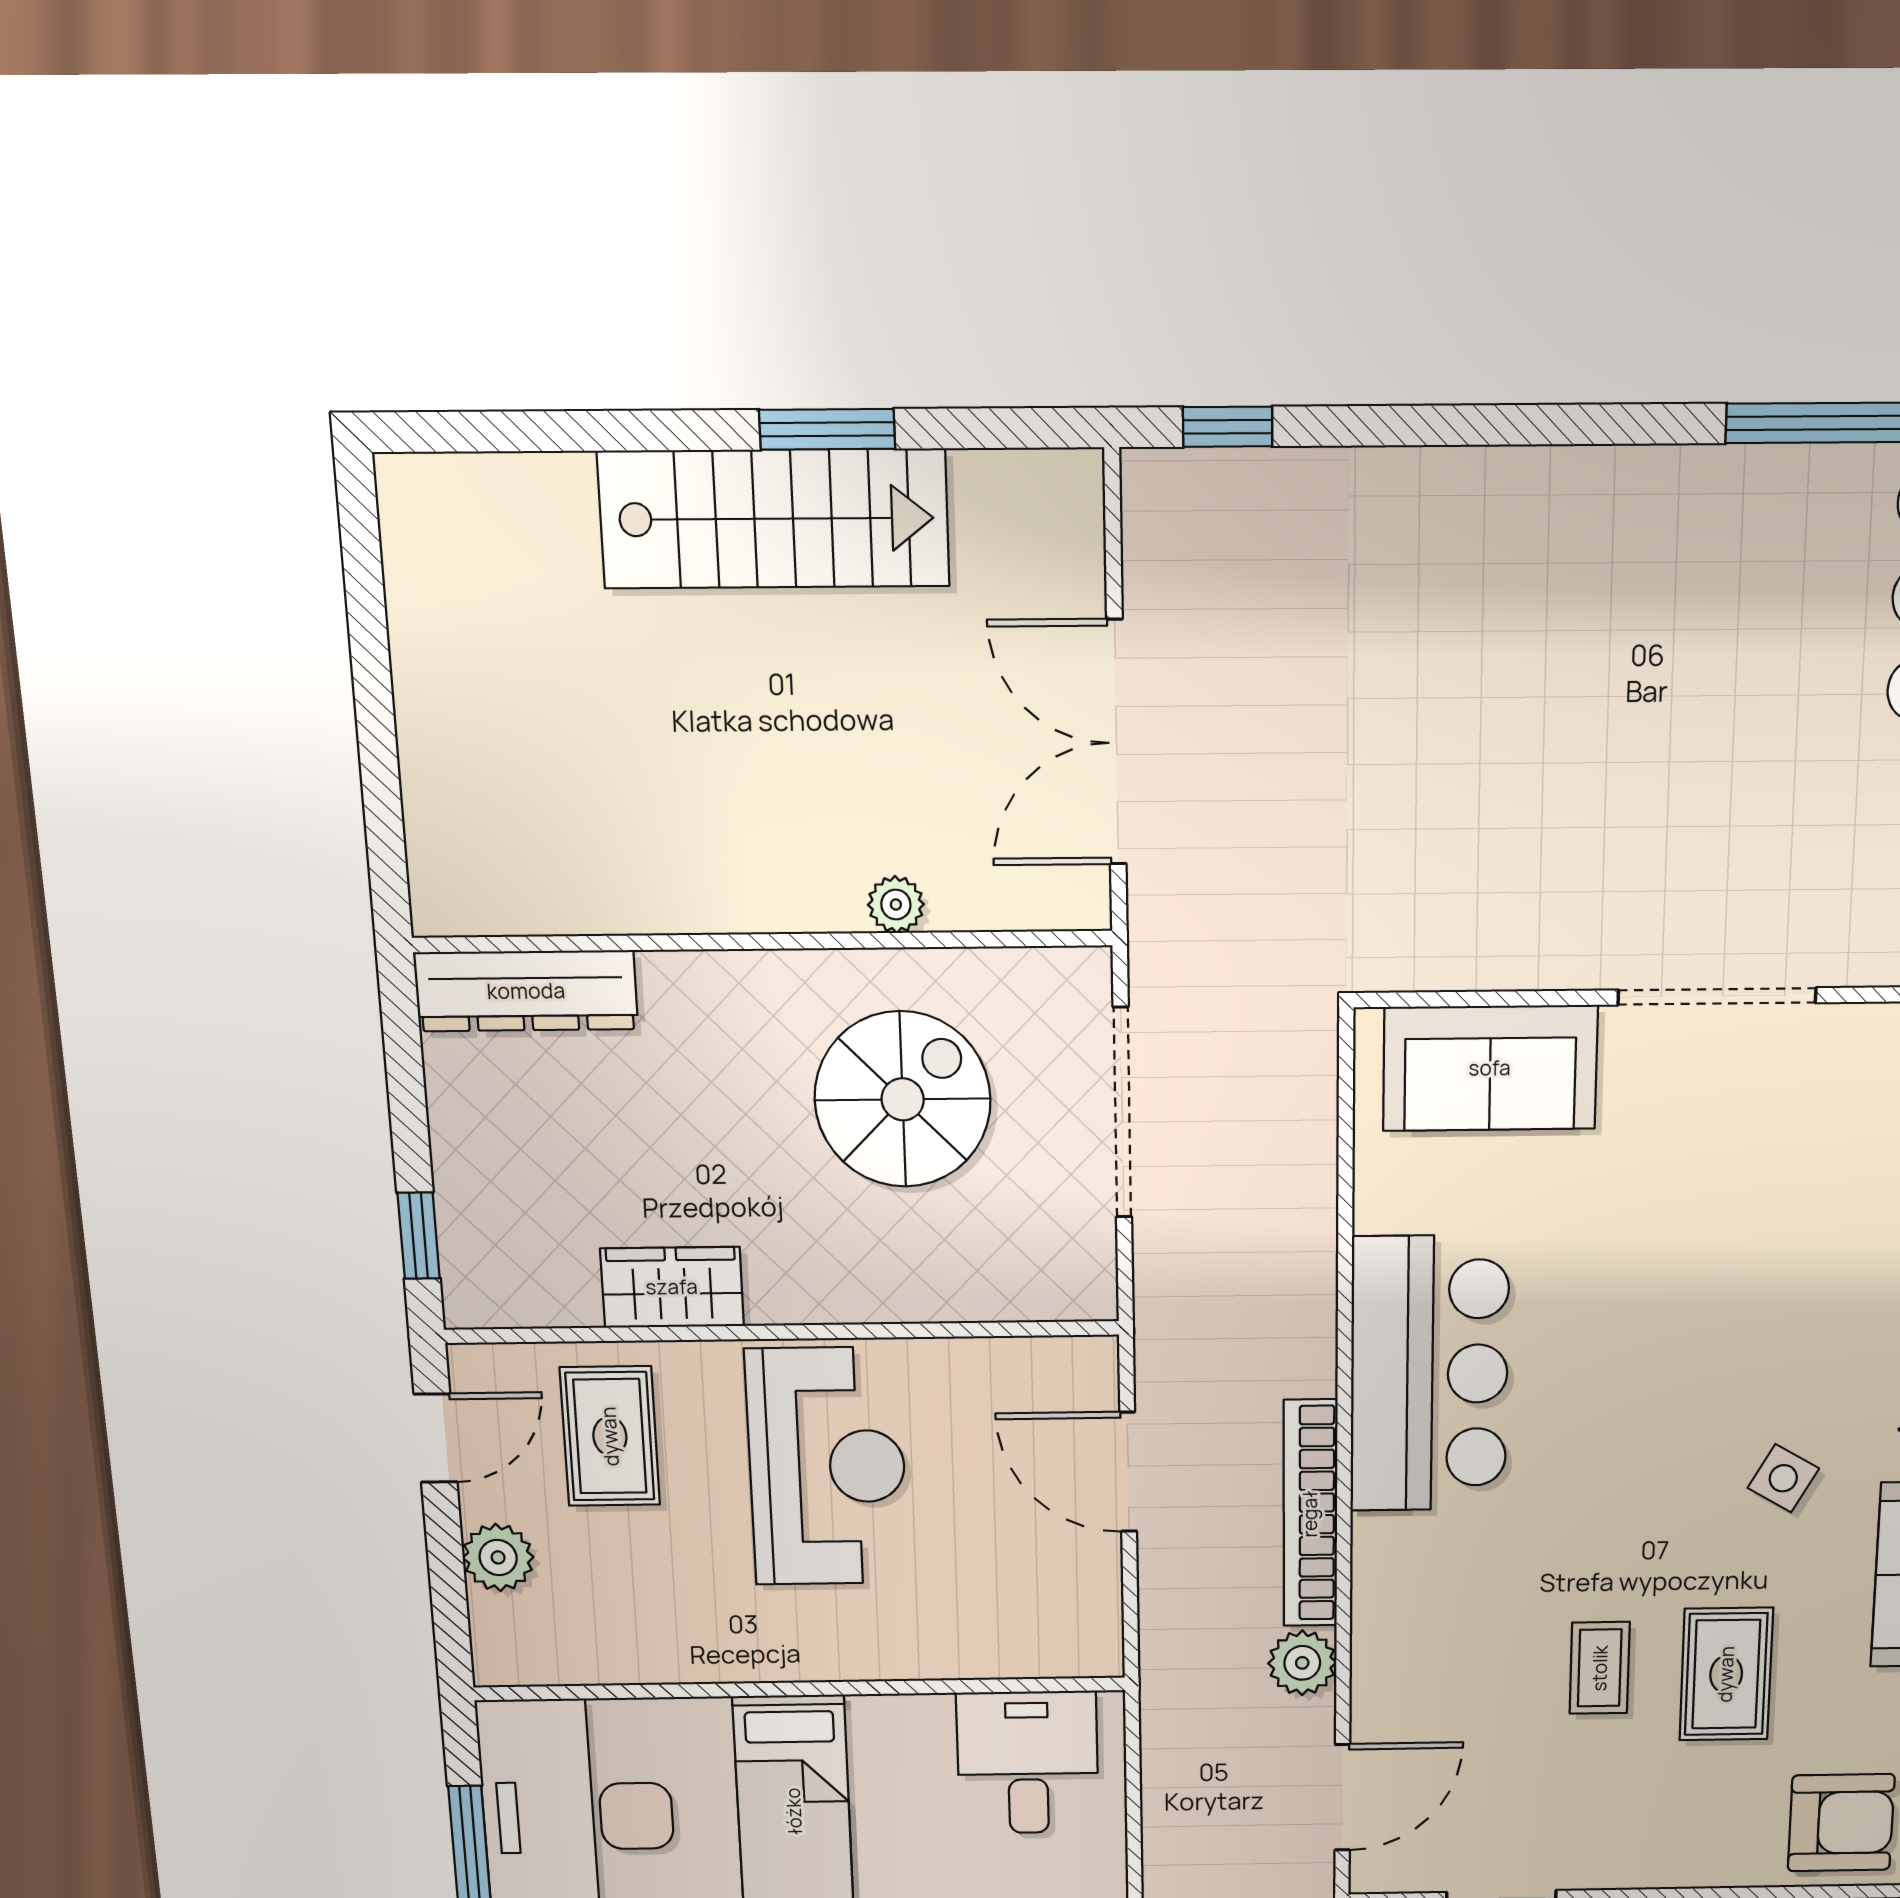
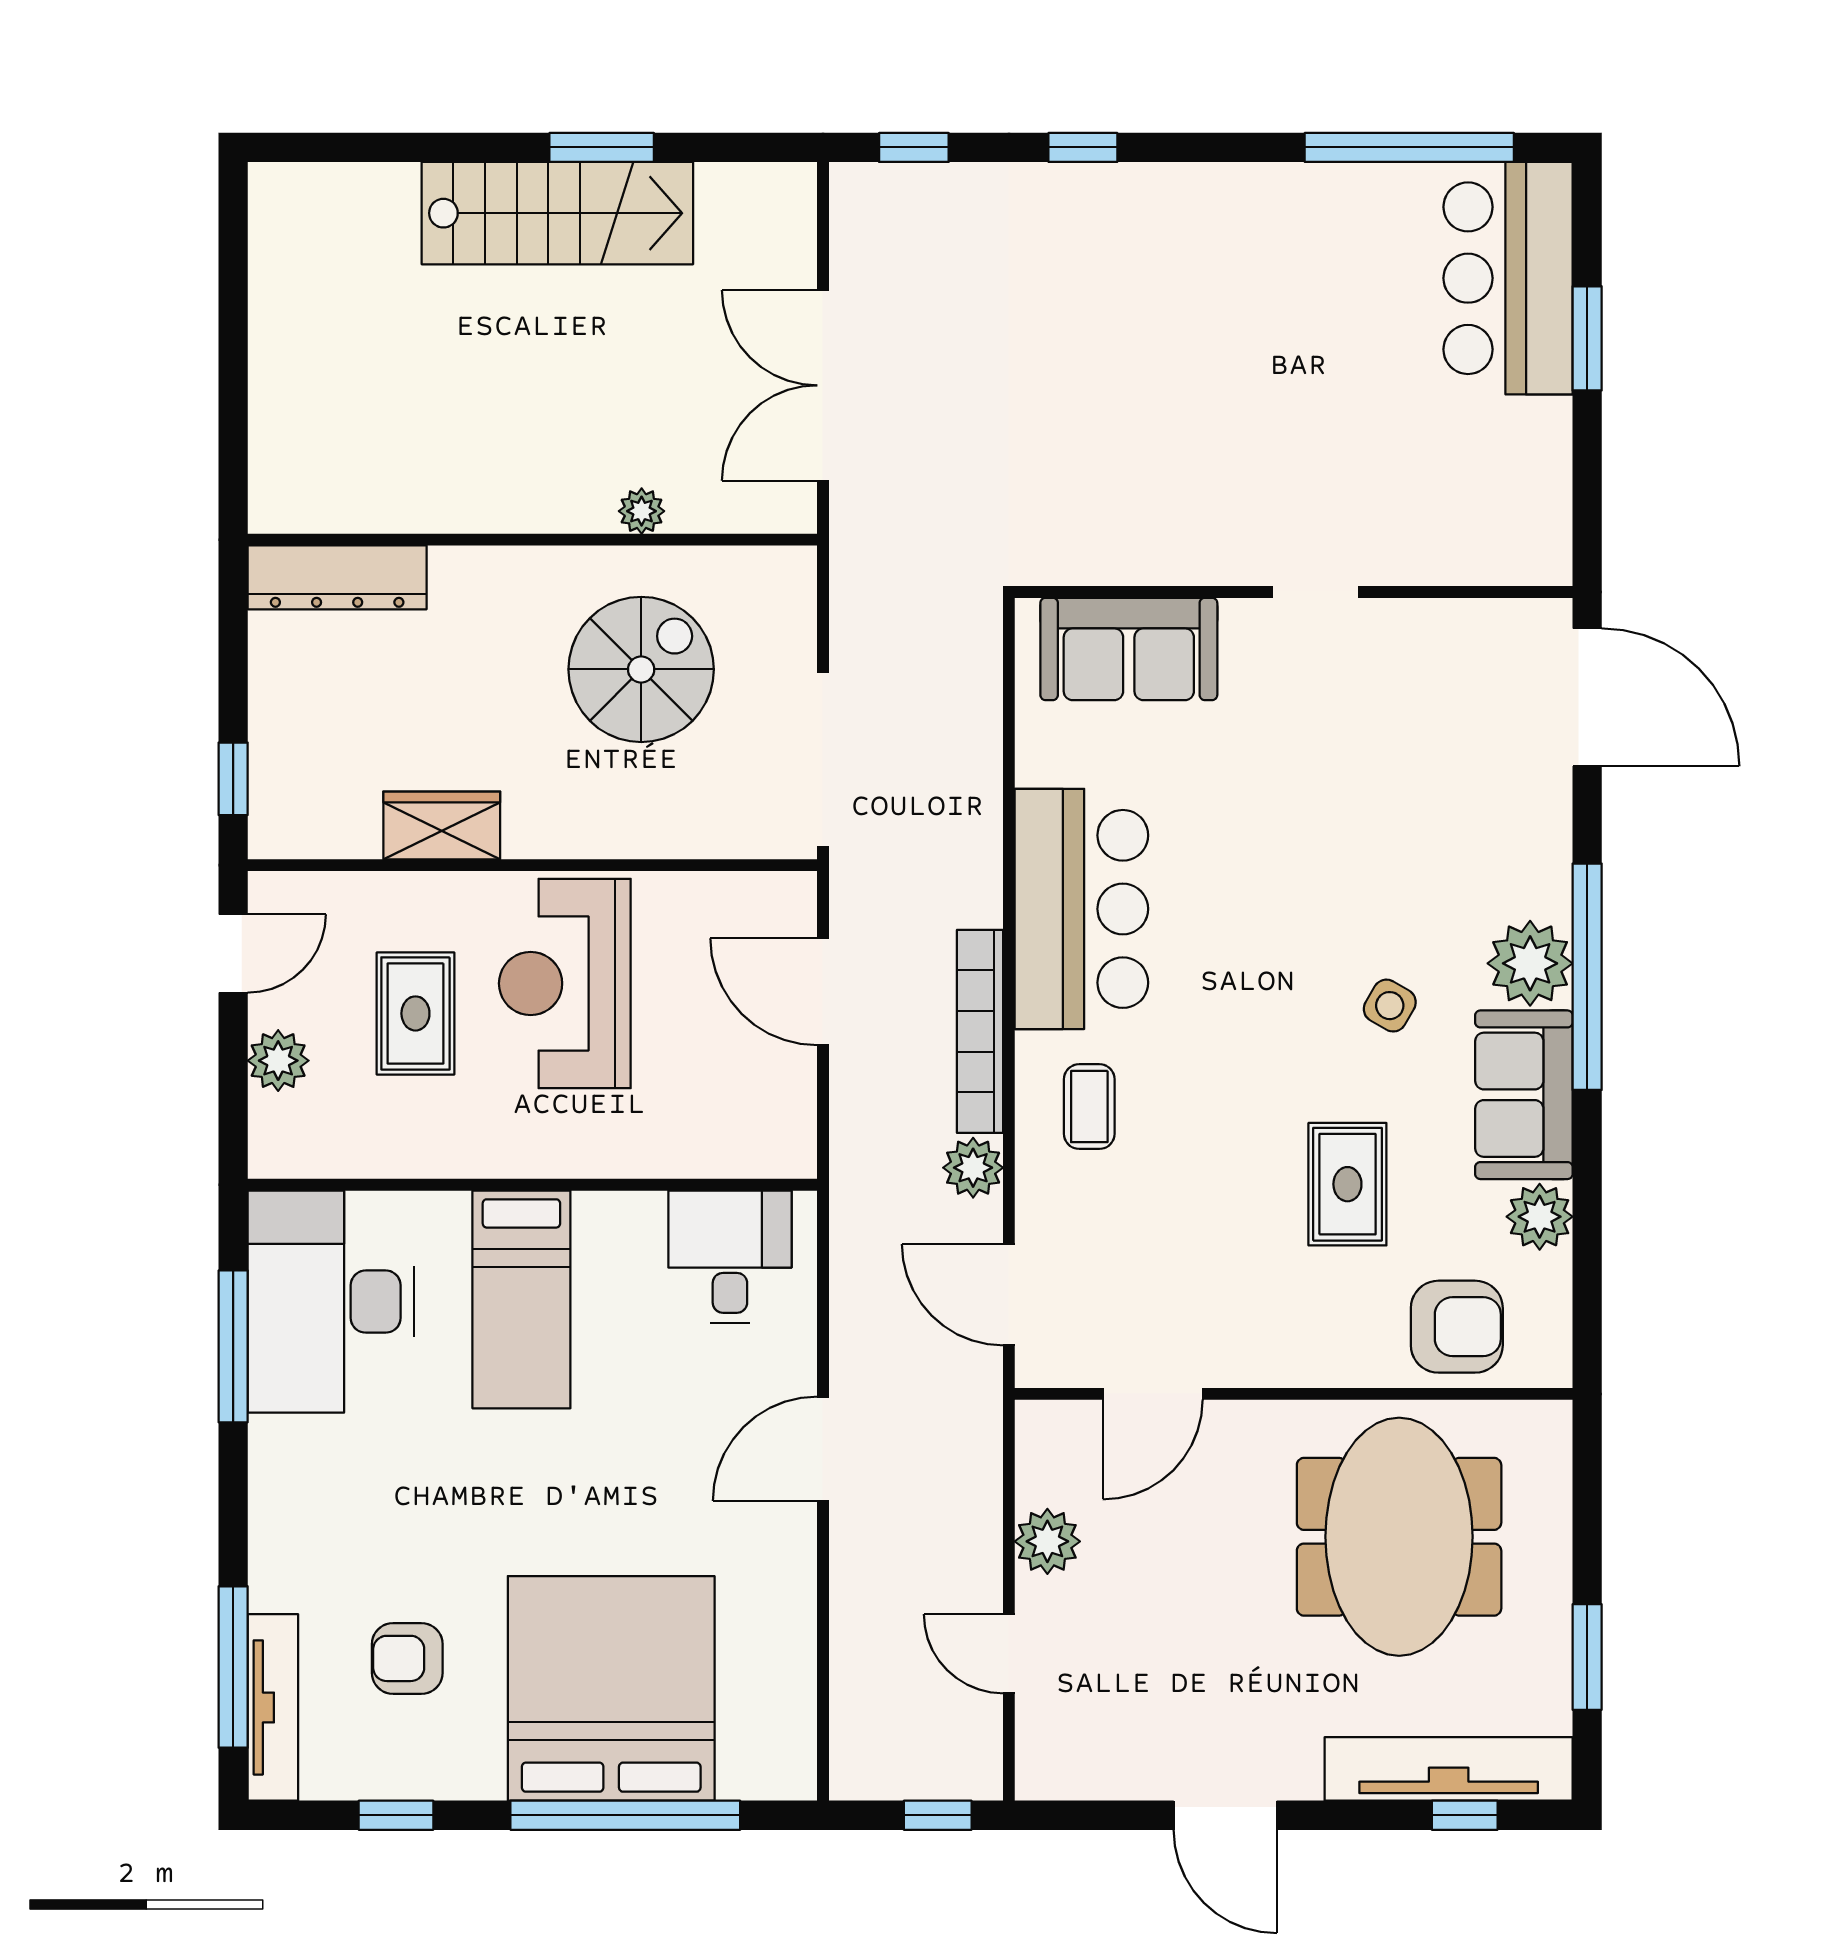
window: (1444, 425) -> (1083, 147), added
doorway: (1717, 996) -> (1316, 592), width x0.53
doorway: (1122, 1113) -> (823, 759), moved
rug: (610, 1436) -> (415, 1013), moved
reception desk: (827, 1467) -> (565, 983), turned 180
coffee table: (1600, 1668) -> (1089, 1107), moved
door: (1342, 1797) -> (1009, 1295), swing flipped

